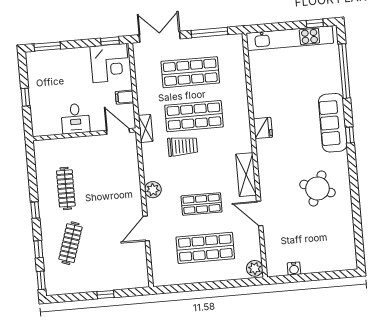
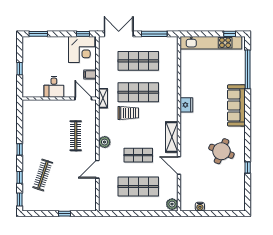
window: (350, 135) -> (248, 167), moved
clothes rail: (66, 188) -> (76, 136), moved

